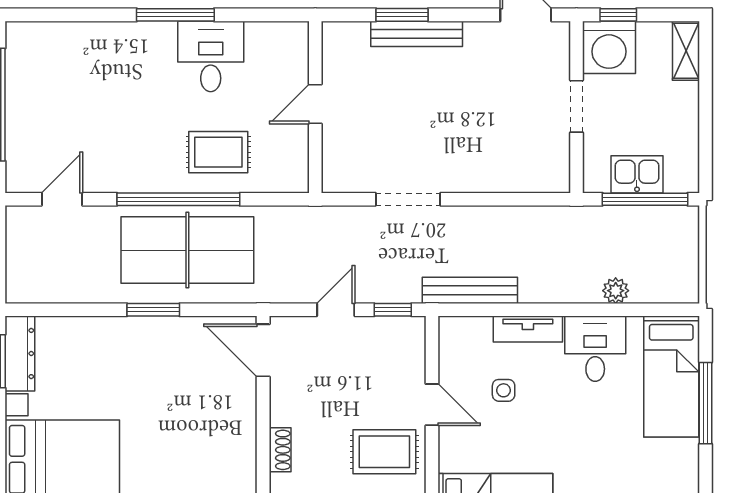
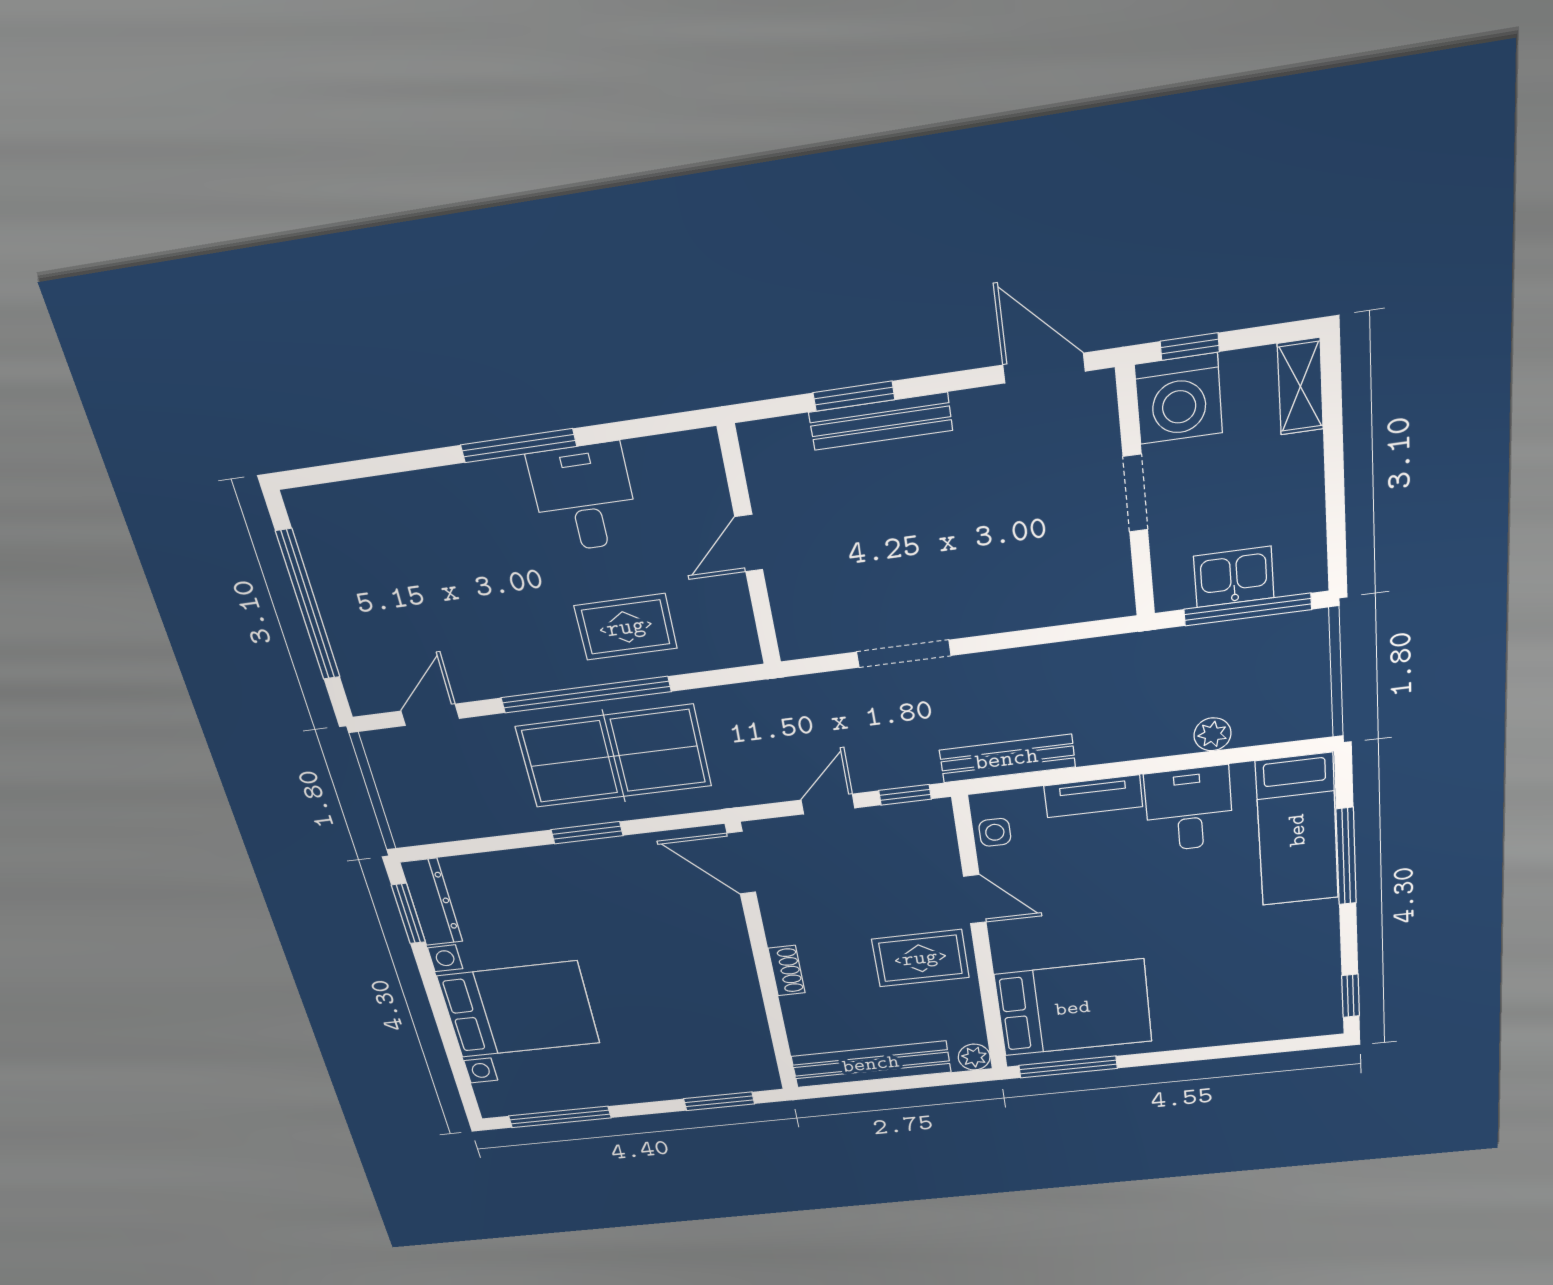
side table: (504, 390) -> (995, 832), moved

